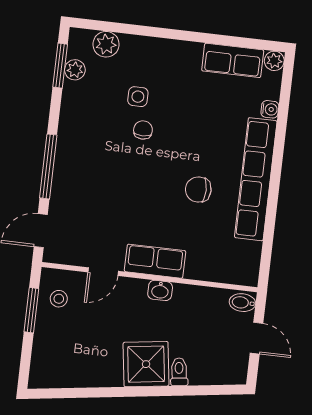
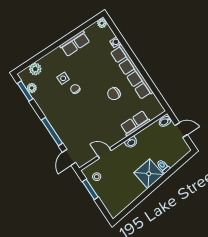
row of seats: (233, 60) -> (75, 44), moved
row of seats: (155, 261) -> (135, 123), moved
door: (103, 272) -> (105, 153), swing flipped

